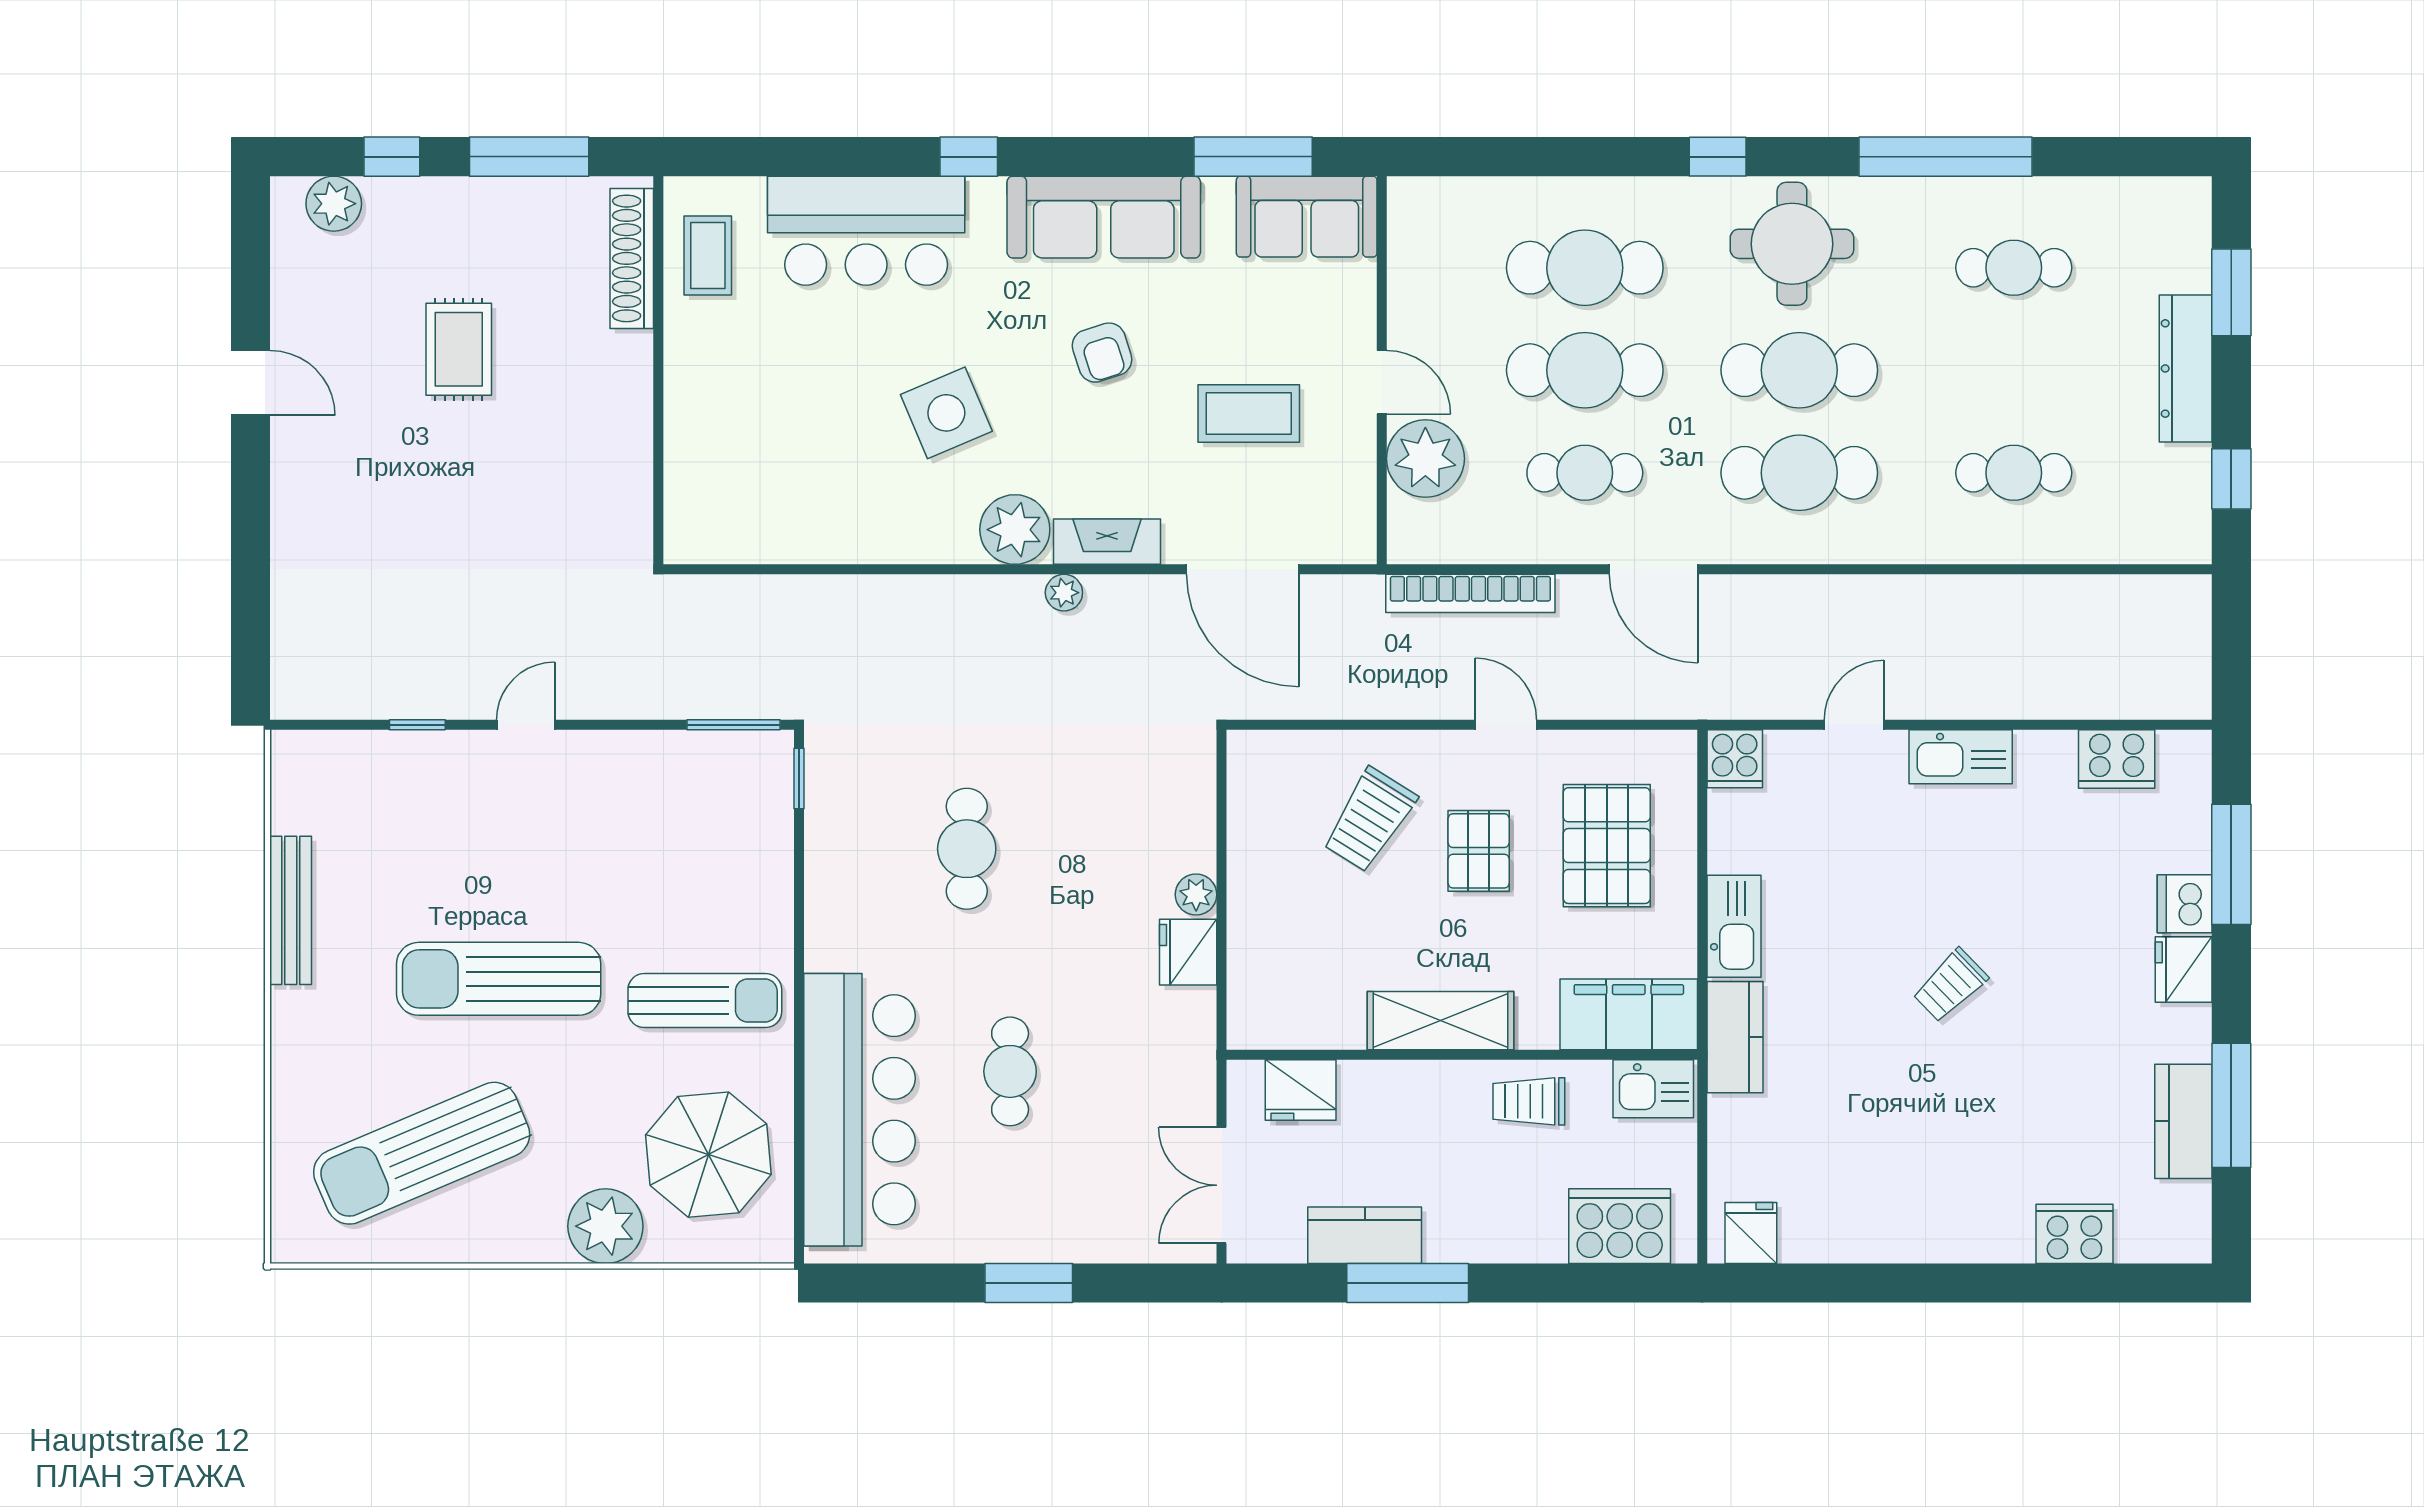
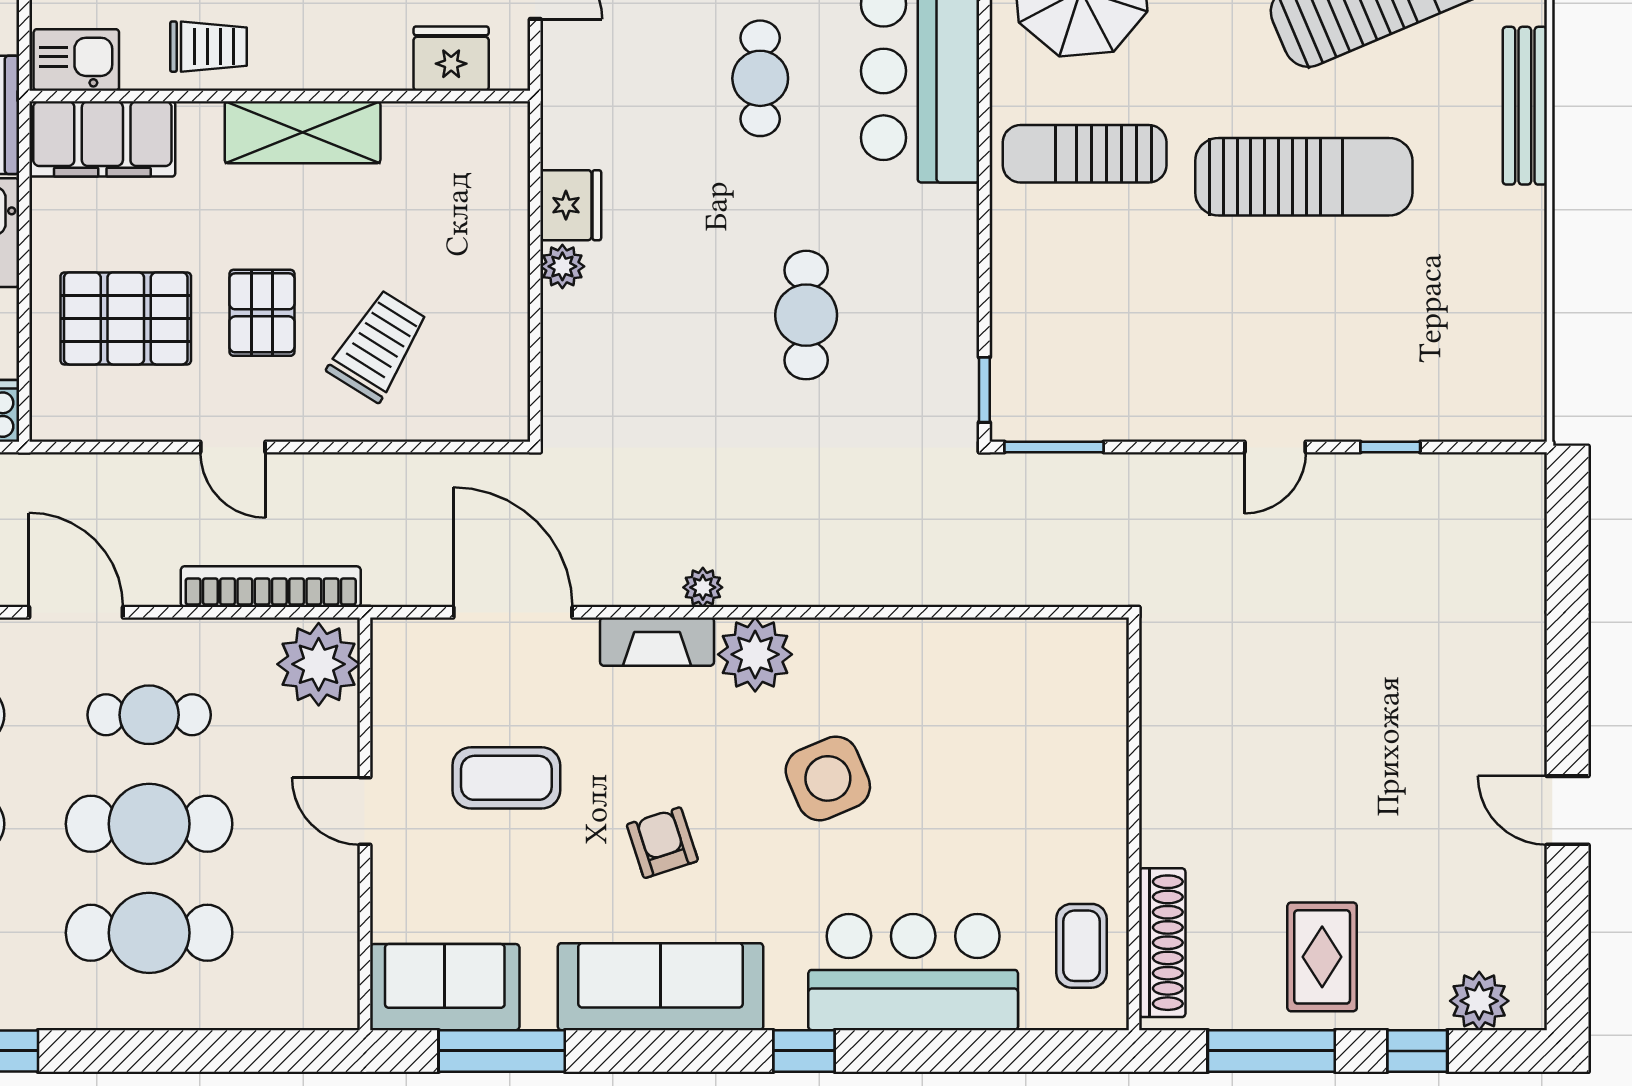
rug: (459, 349) -> (1322, 957), moved
plant: (1425, 459) -> (319, 664), moved
pallet: (1607, 846) -> (126, 318), turned 90
bench: (291, 910) -> (1525, 106), moved

